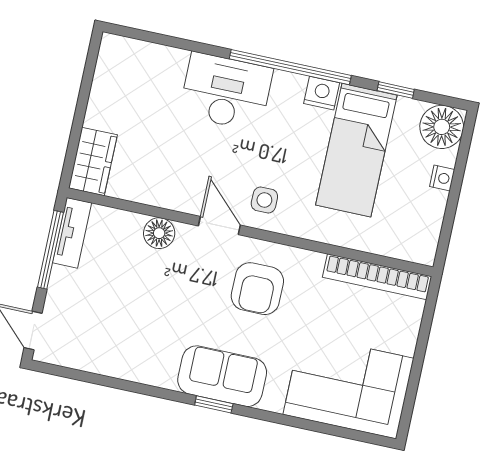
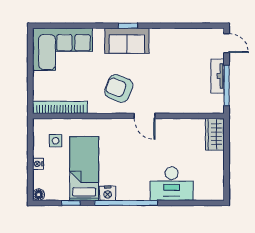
desk: (226, 92) -> (172, 184), moved
floor lamp: (442, 127) -> (39, 195), width x0.53, depth x0.53
side table: (264, 200) -> (56, 141), moved
tv unit: (72, 233) -> (218, 76), moved
floor lamp: (159, 233) -> (174, 106), removed
armchair: (257, 289) -> (119, 88), turned -68

